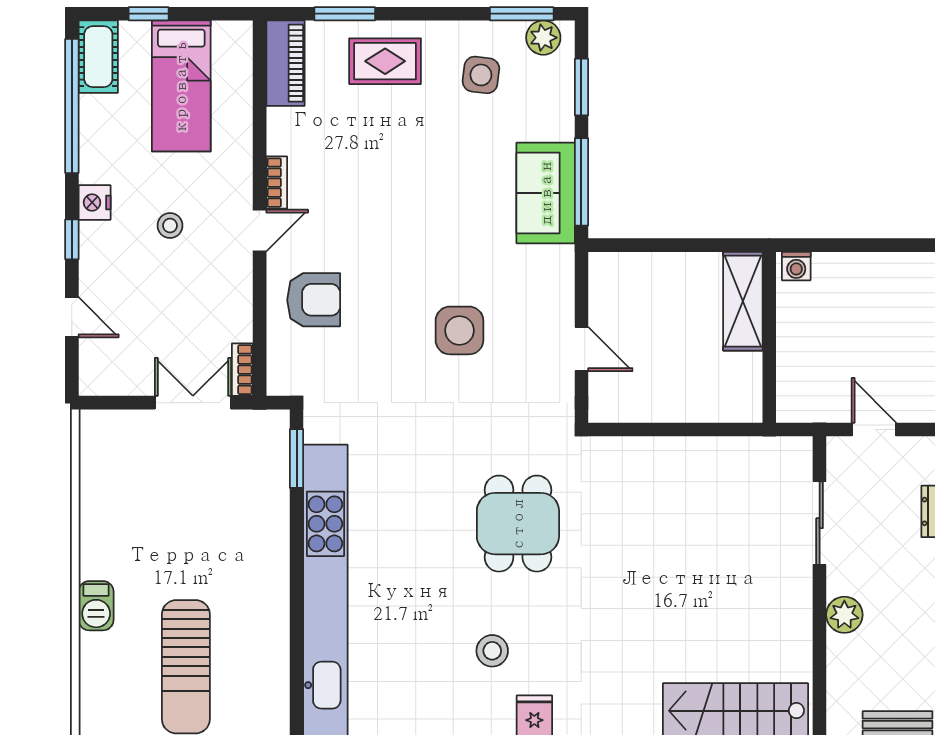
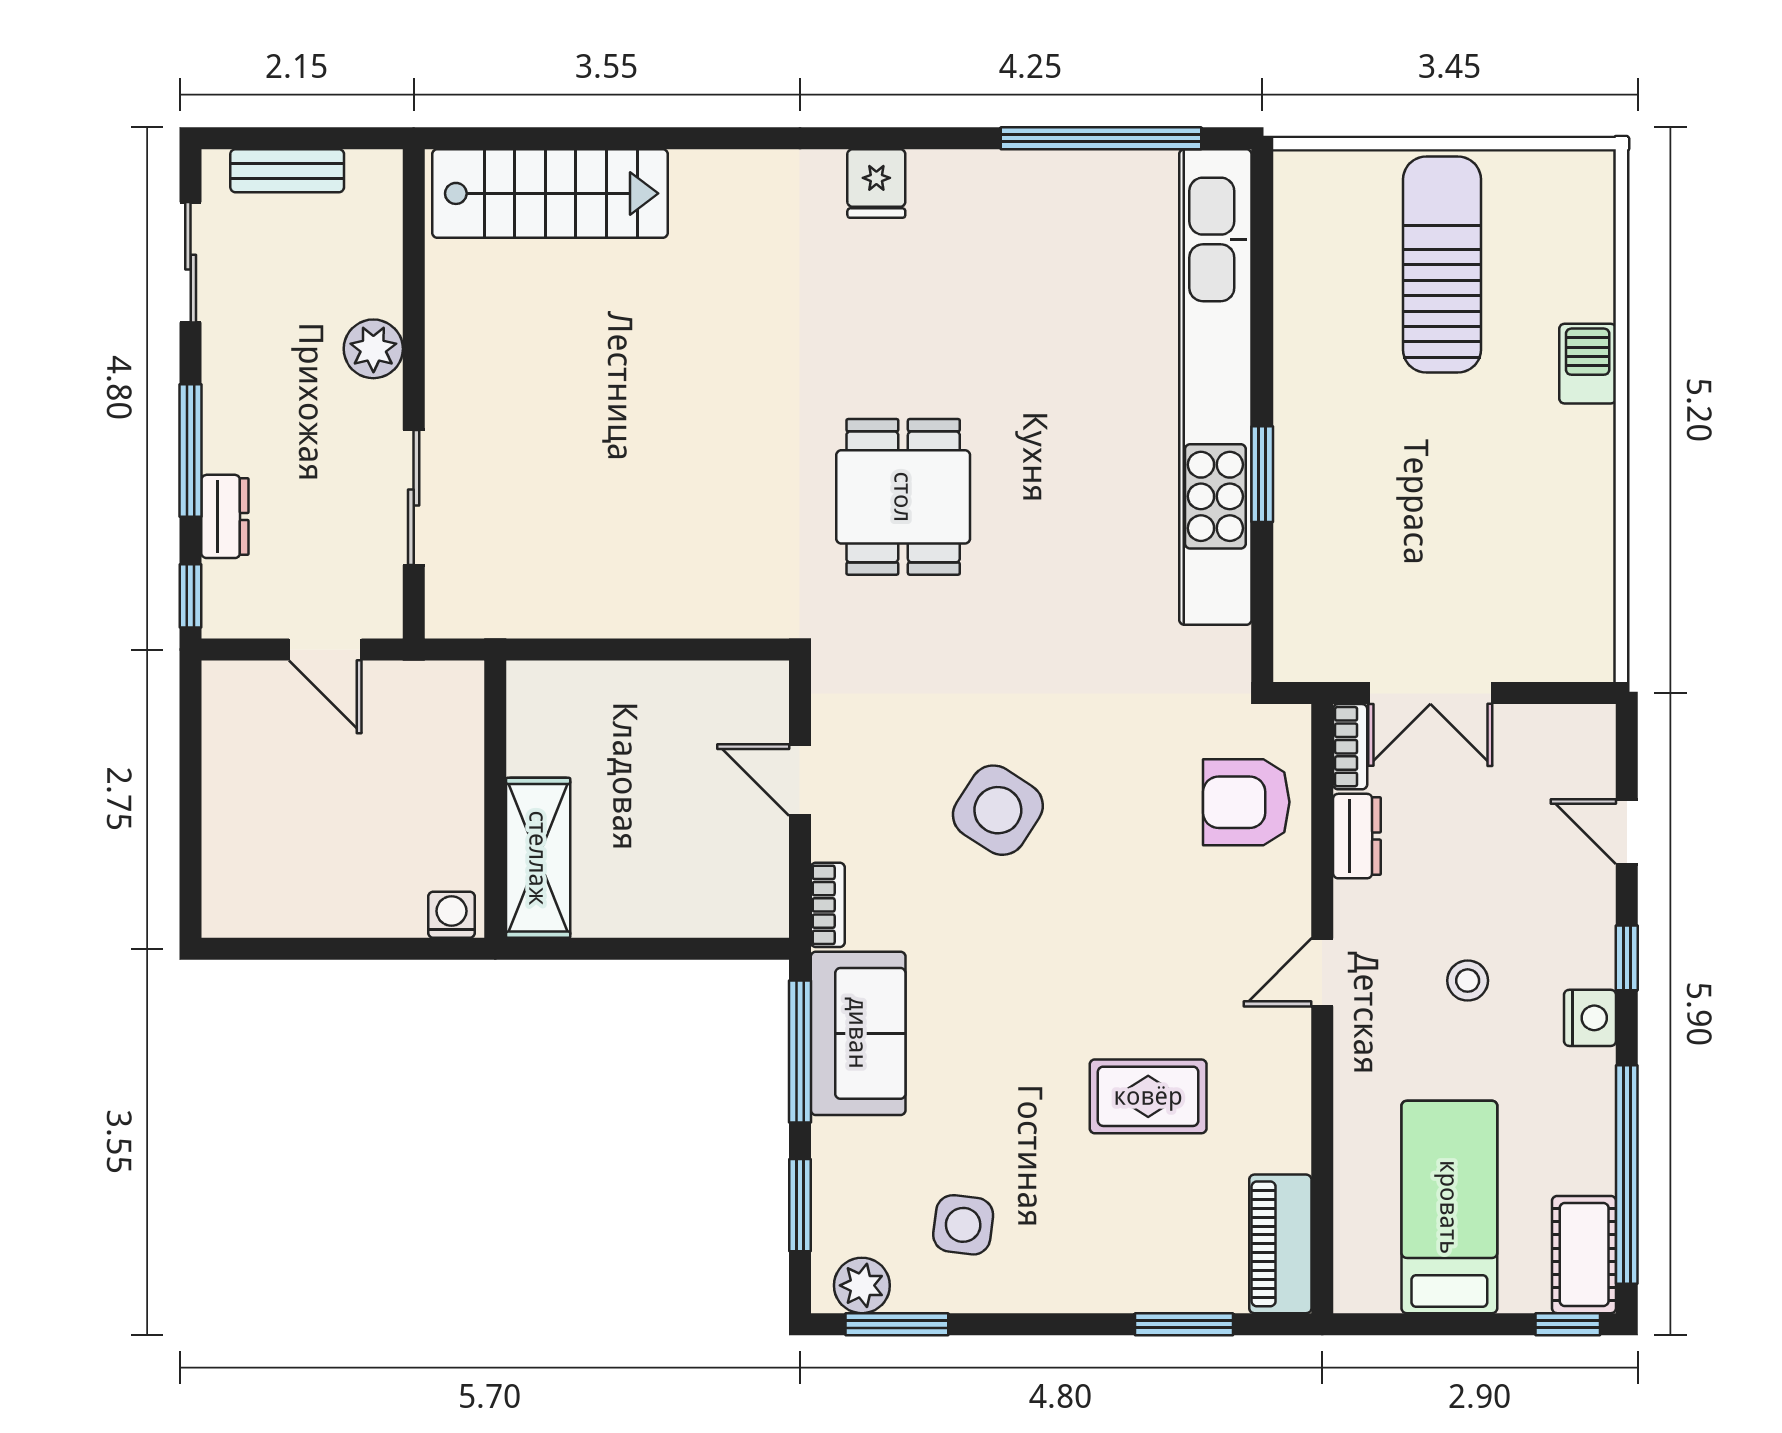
window: (149, 14) -> (1568, 1324), moved
rug: (385, 61) -> (1148, 1096), moved
bookcase: (277, 183) -> (828, 905), moved, turned 180
armchair: (314, 300) -> (1246, 802), moved
dresser: (238, 315) -> (1357, 836), added
side table: (459, 330) -> (998, 810), turned 33
window: (297, 459) -> (1262, 474), moved
stool: (492, 651) -> (945, 290), removed

